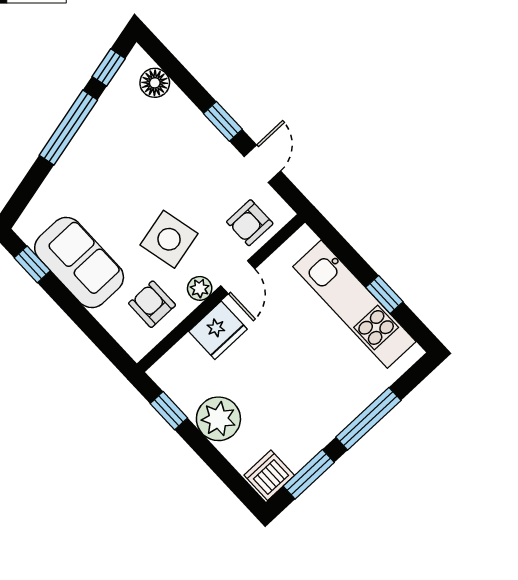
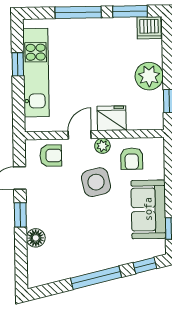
window: (109, 68) -> (145, 265), moved
floor lamp: (155, 83) -> (36, 238), moved

